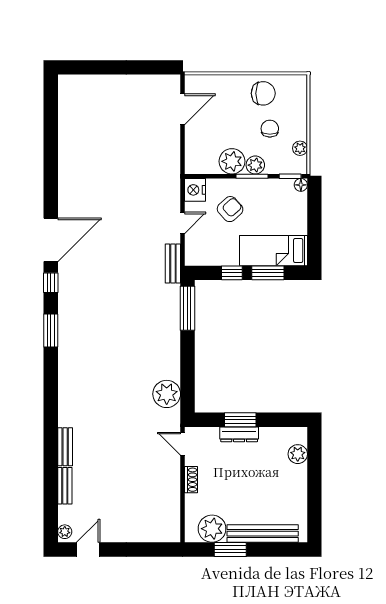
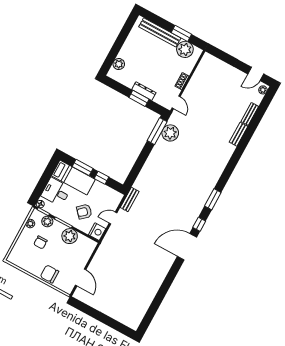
chair: (263, 93) -> (50, 274), moved
door: (183, 109) -> (81, 277), swing flipped
plant: (255, 165) -> (47, 221), moved
desk: (287, 215) -> (56, 192), added
window: (187, 308) -> (157, 131), moved

